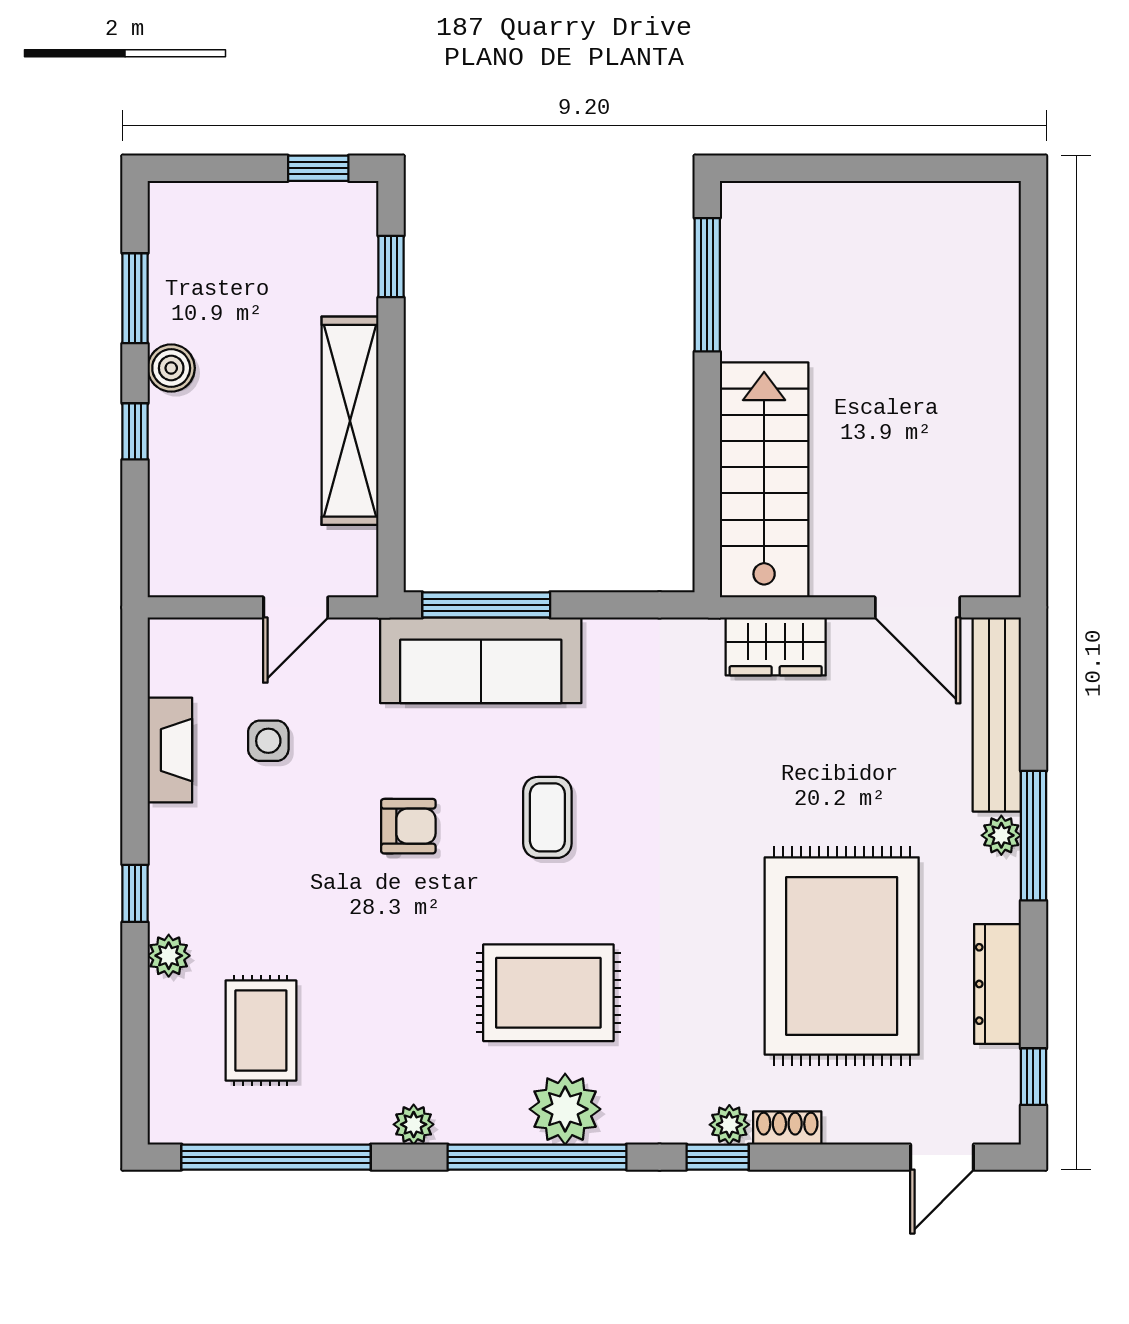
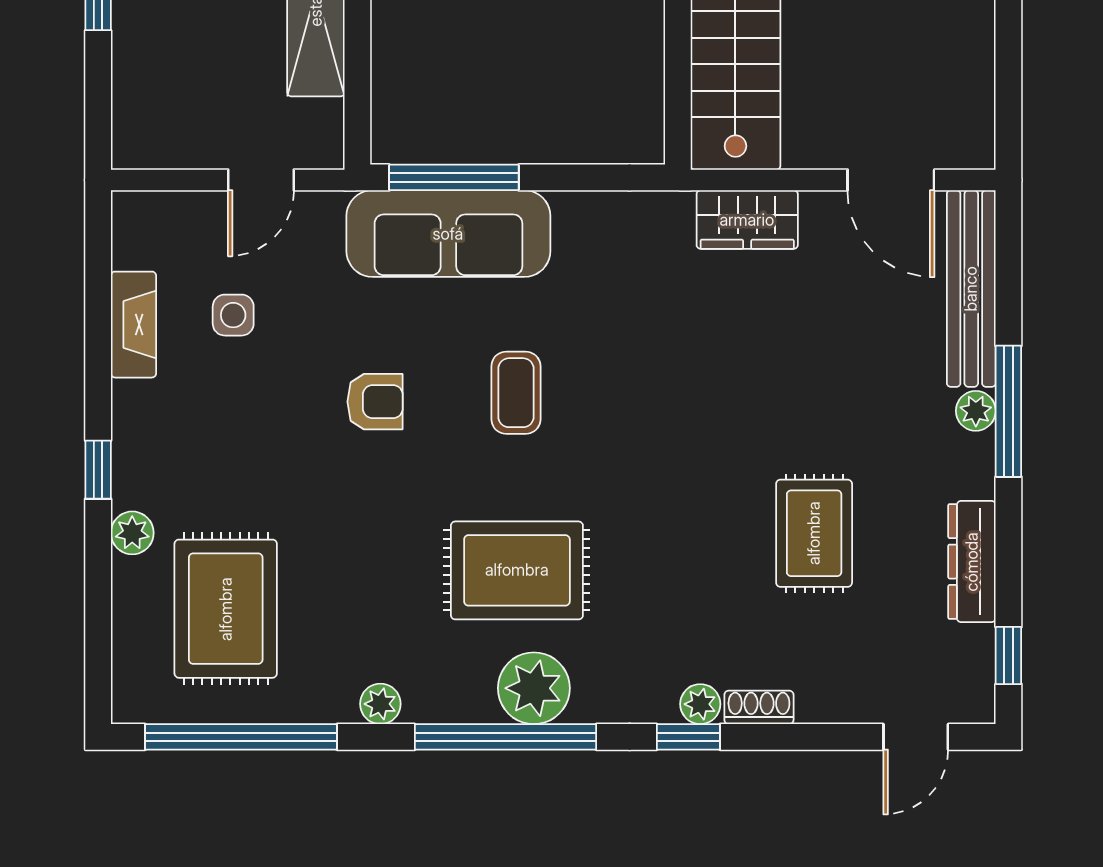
rug: (842, 956) -> (814, 533), width x0.54, depth x0.49
rug: (261, 1030) -> (226, 609), width x1.36, depth x1.43

